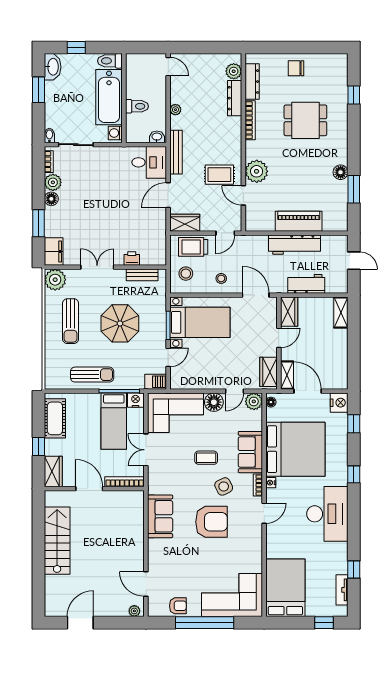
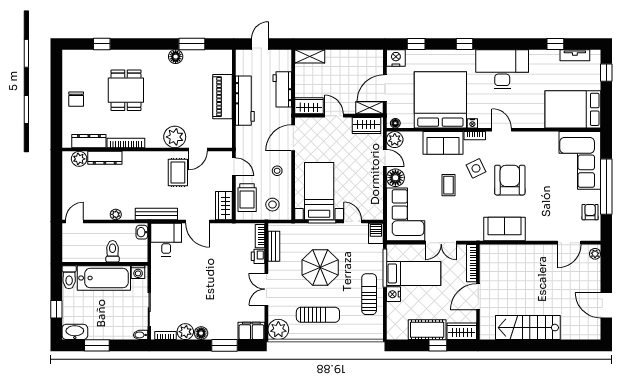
bookcase: (153, 260) -> (260, 236), added
nightstand: (136, 400) -> (393, 294), moved
cot: (55, 418) -> (427, 330), moved

